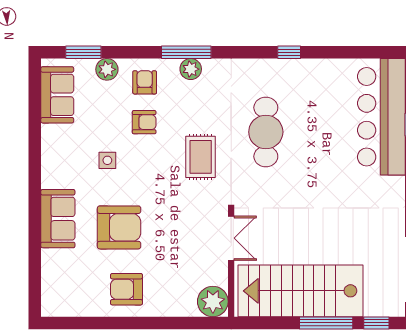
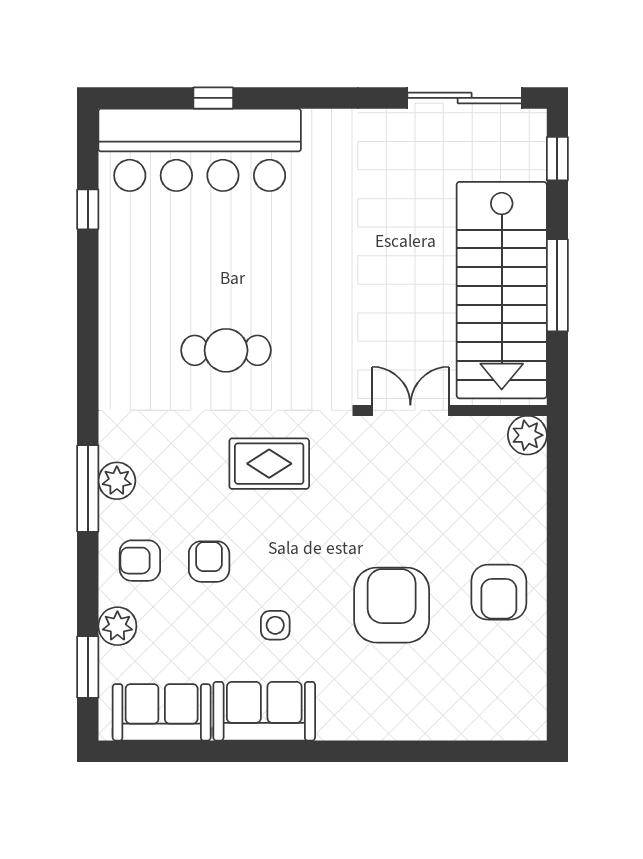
window: (289, 52) -> (88, 209), moved
cafe table: (266, 132) -> (226, 350), width x0.73, depth x0.74
sofa: (58, 219) -> (264, 711), moved
plant: (213, 302) -> (527, 435), width x0.73, depth x0.73
window: (326, 323) -> (557, 285), moved

